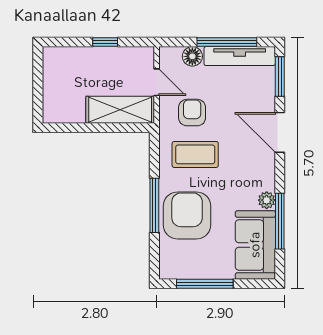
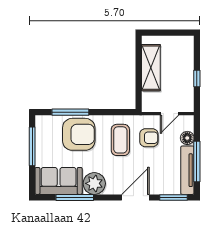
shelving: (120, 110) -> (151, 68), moved
plant: (267, 200) -> (94, 183), width x1.88, depth x1.88
window: (154, 205) -> (70, 112), moved

